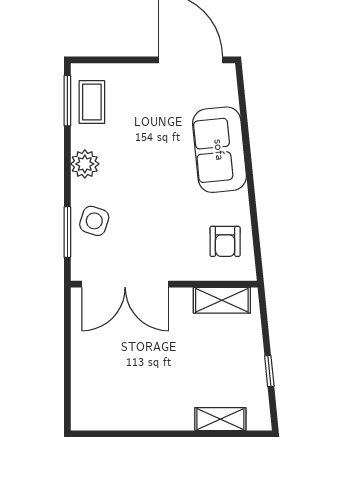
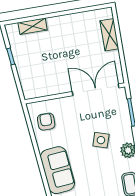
side table: (94, 221) -> (101, 140), moved
shelving: (222, 300) -> (109, 35), moved, turned 90

